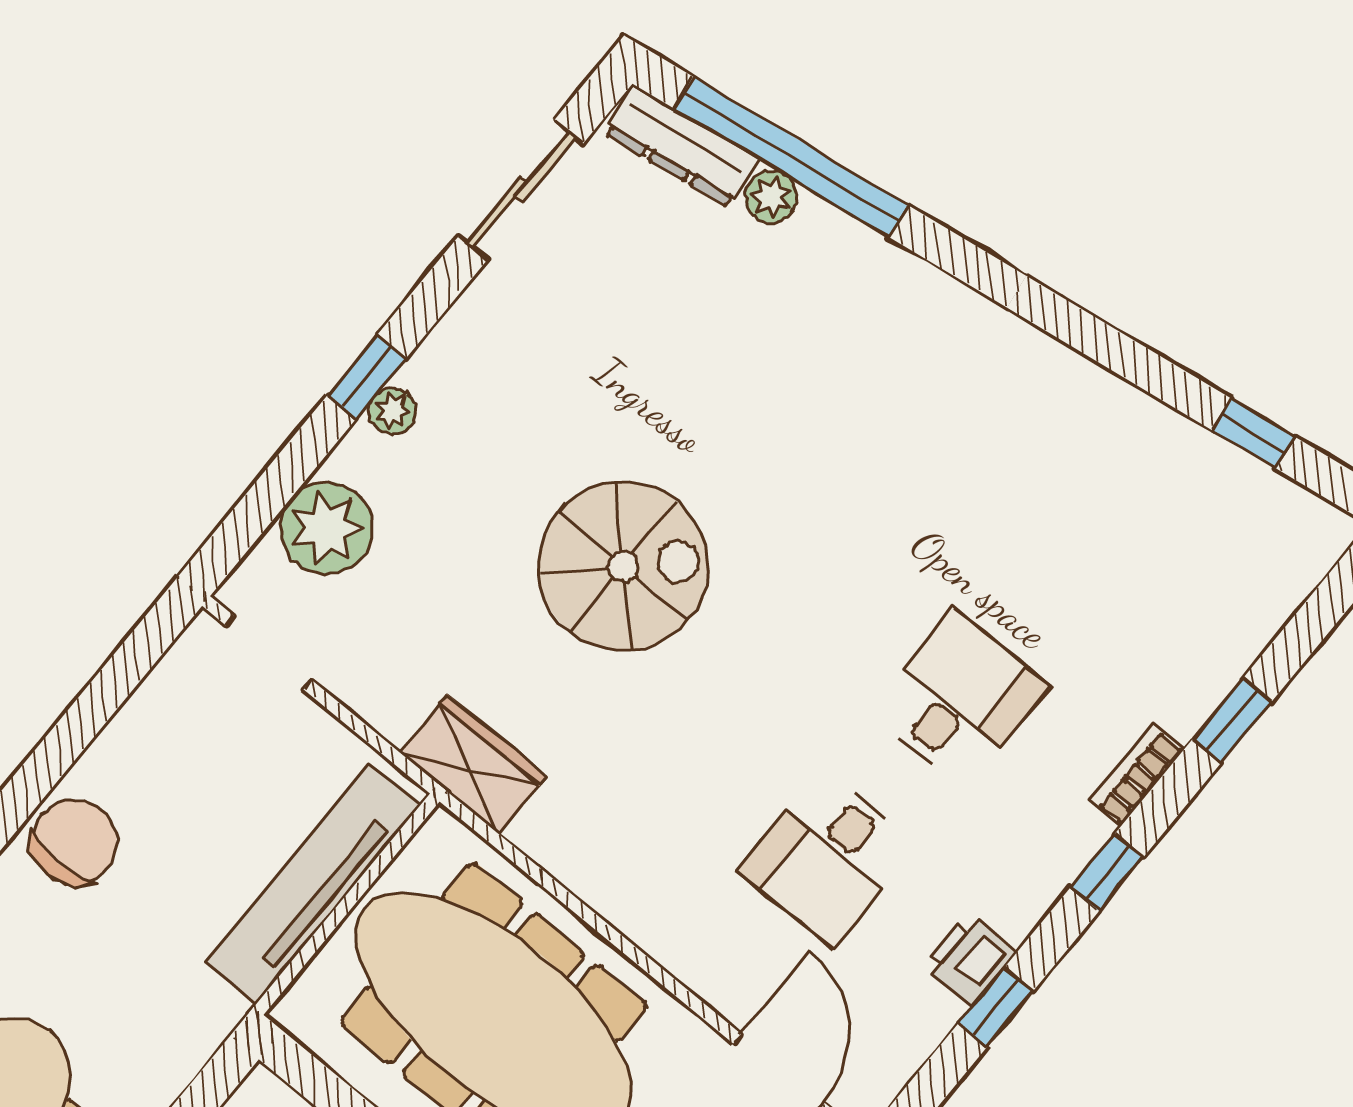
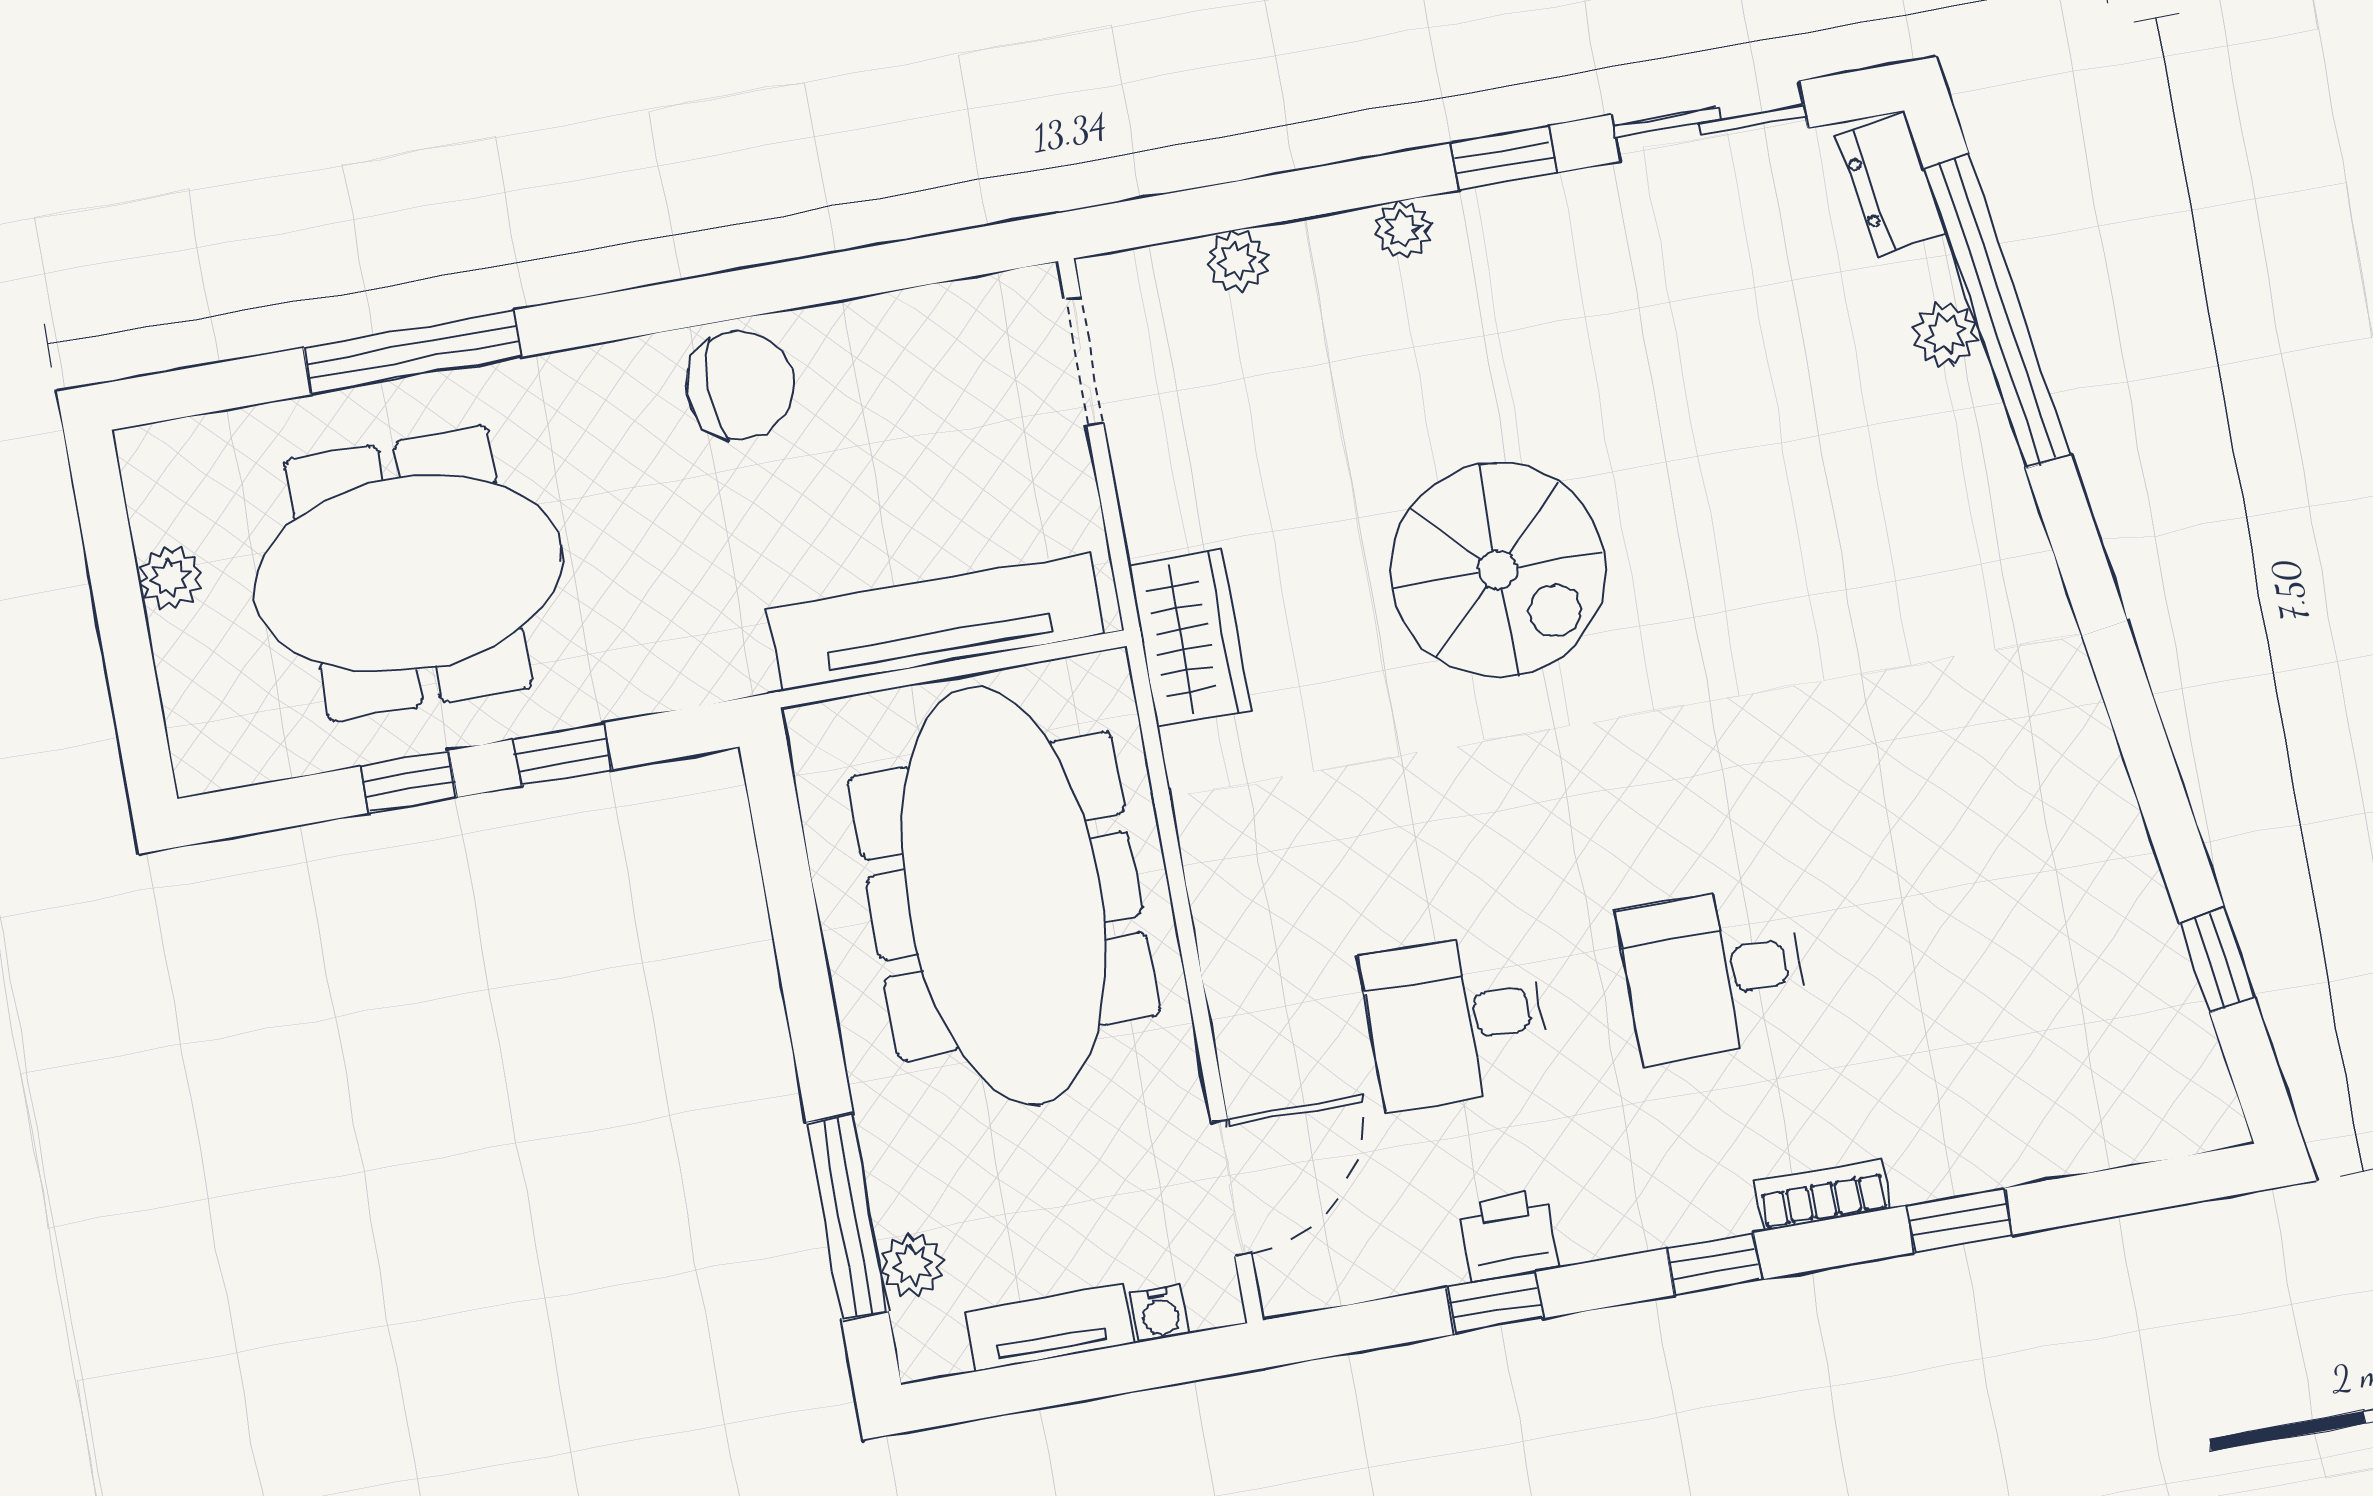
dresser: (681, 146) -> (1891, 184), width x0.70
window: (367, 377) -> (1504, 158), moved
plant: (326, 528) -> (1237, 261), width x0.53, depth x0.53
desk: (959, 699) -> (1713, 974), turned 180

